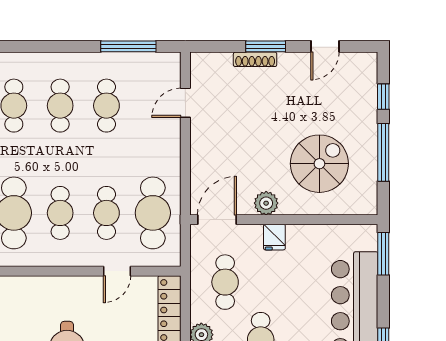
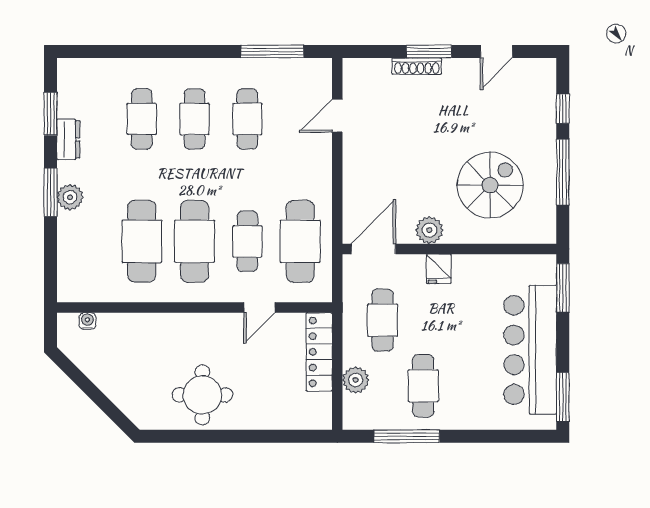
cafe table: (60, 213) -> (195, 241), width x1.37, depth x1.35

